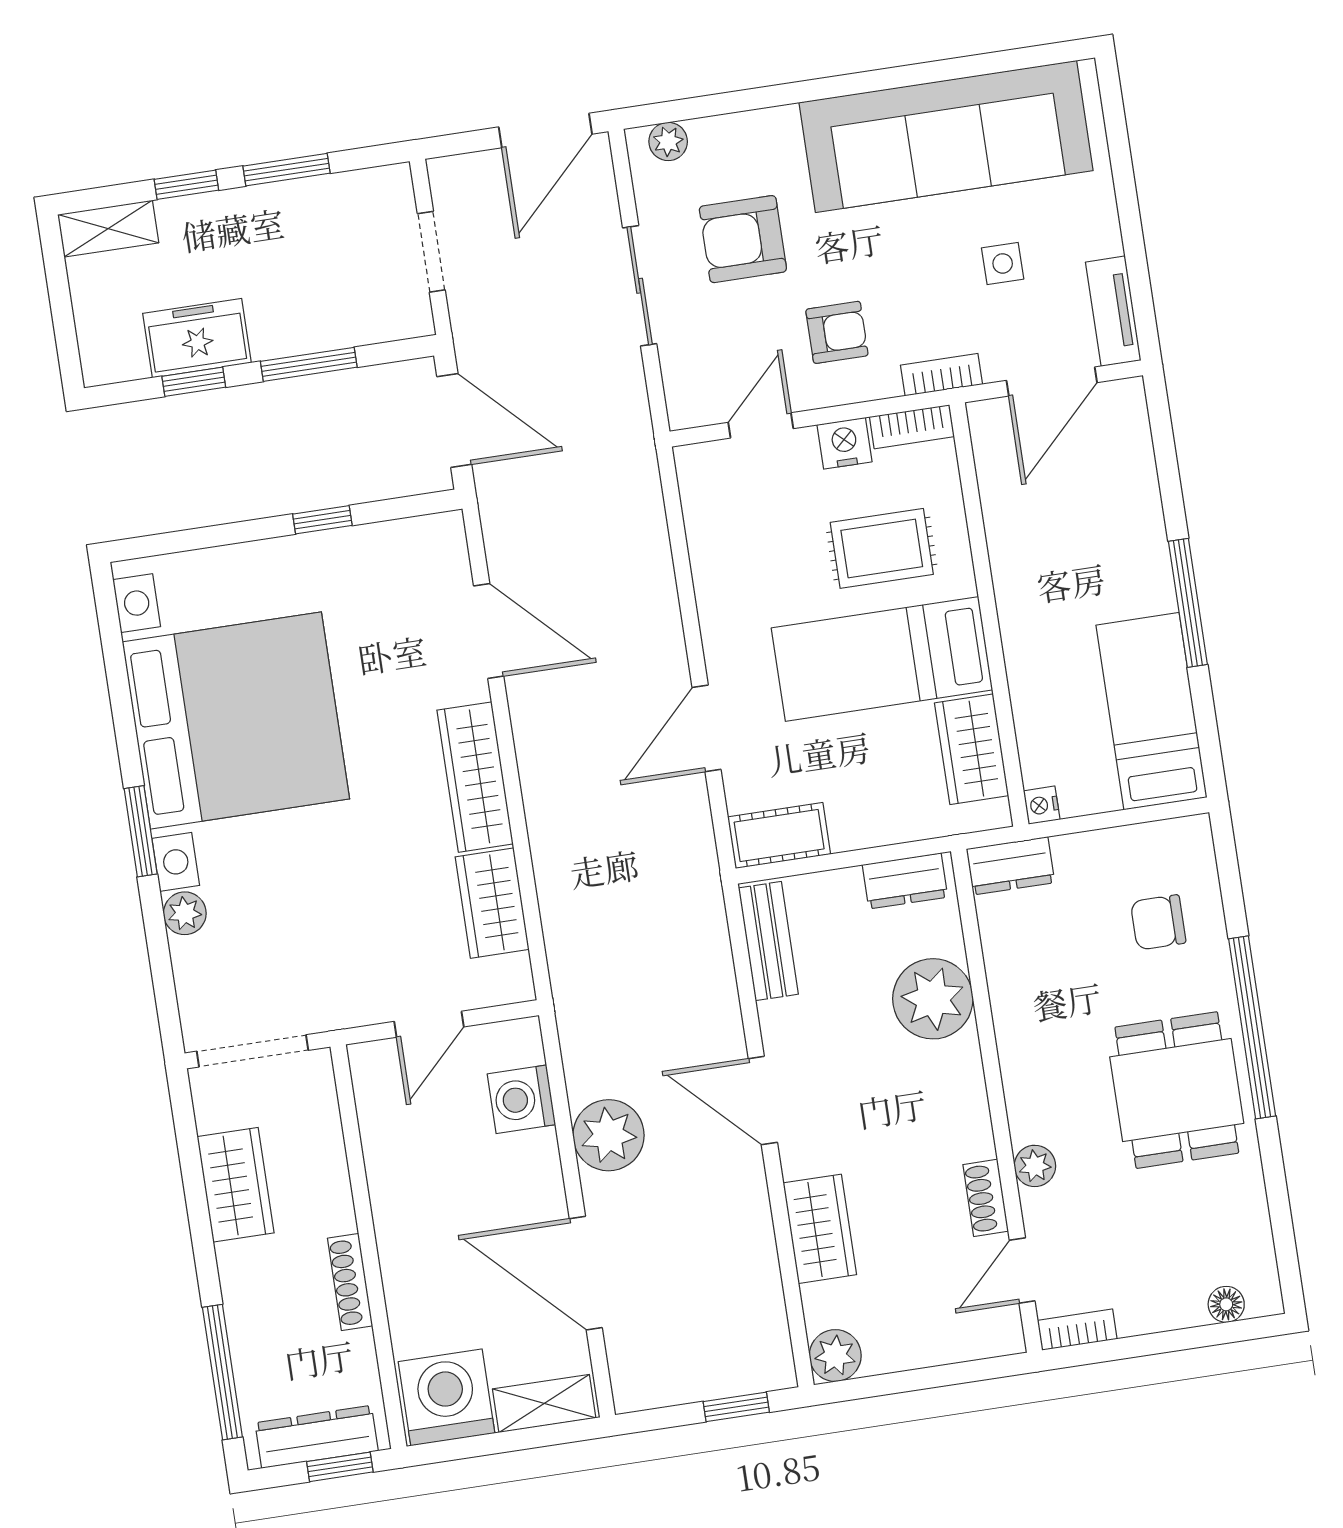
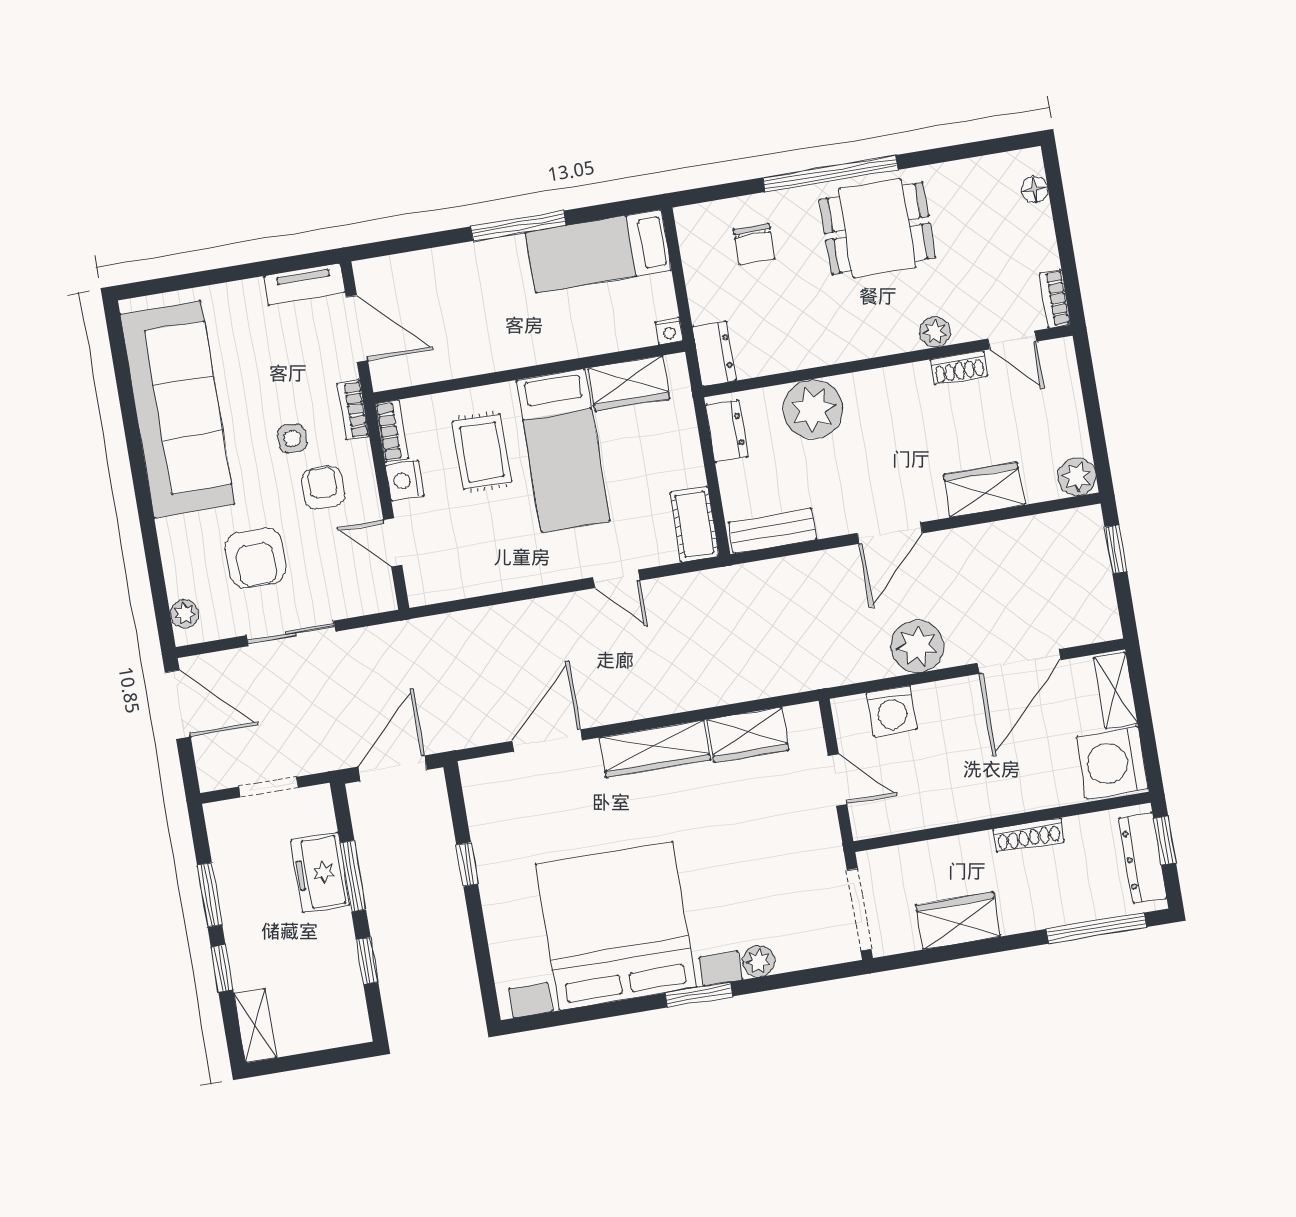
side table: (1003, 263) -> (292, 438), moved
freezer: (197, 338) -> (320, 873), moved
door: (707, 728) -> (616, 579), width x0.73

